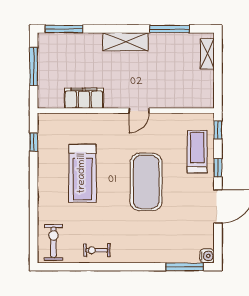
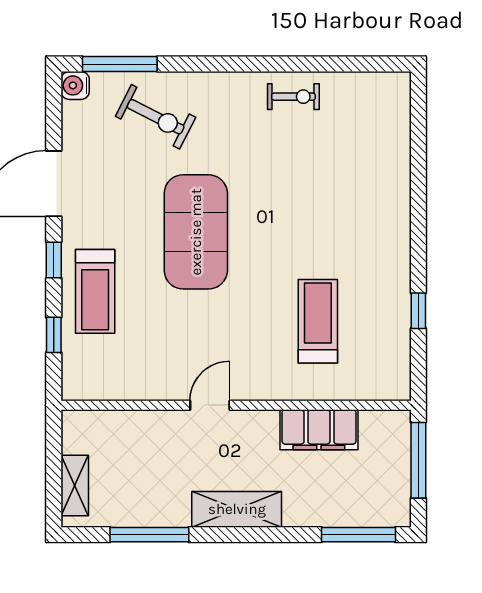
filing cabinet: (84, 98) -> (319, 430), moved
wall: (126, 111) -> (236, 405), moved
door: (139, 111) -> (210, 405), moved
treadmill: (82, 173) -> (318, 321), moved, width x0.73, depth x0.73
exercise bike: (53, 242) -> (156, 117), moved, turned -63

